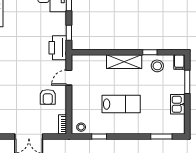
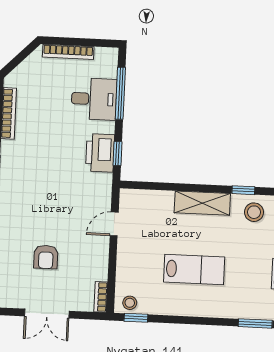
printer: (58, 48) -> (100, 153), moved
armchair: (48, 97) -> (46, 257), moved
window: (99, 136) -> (136, 318), moved

